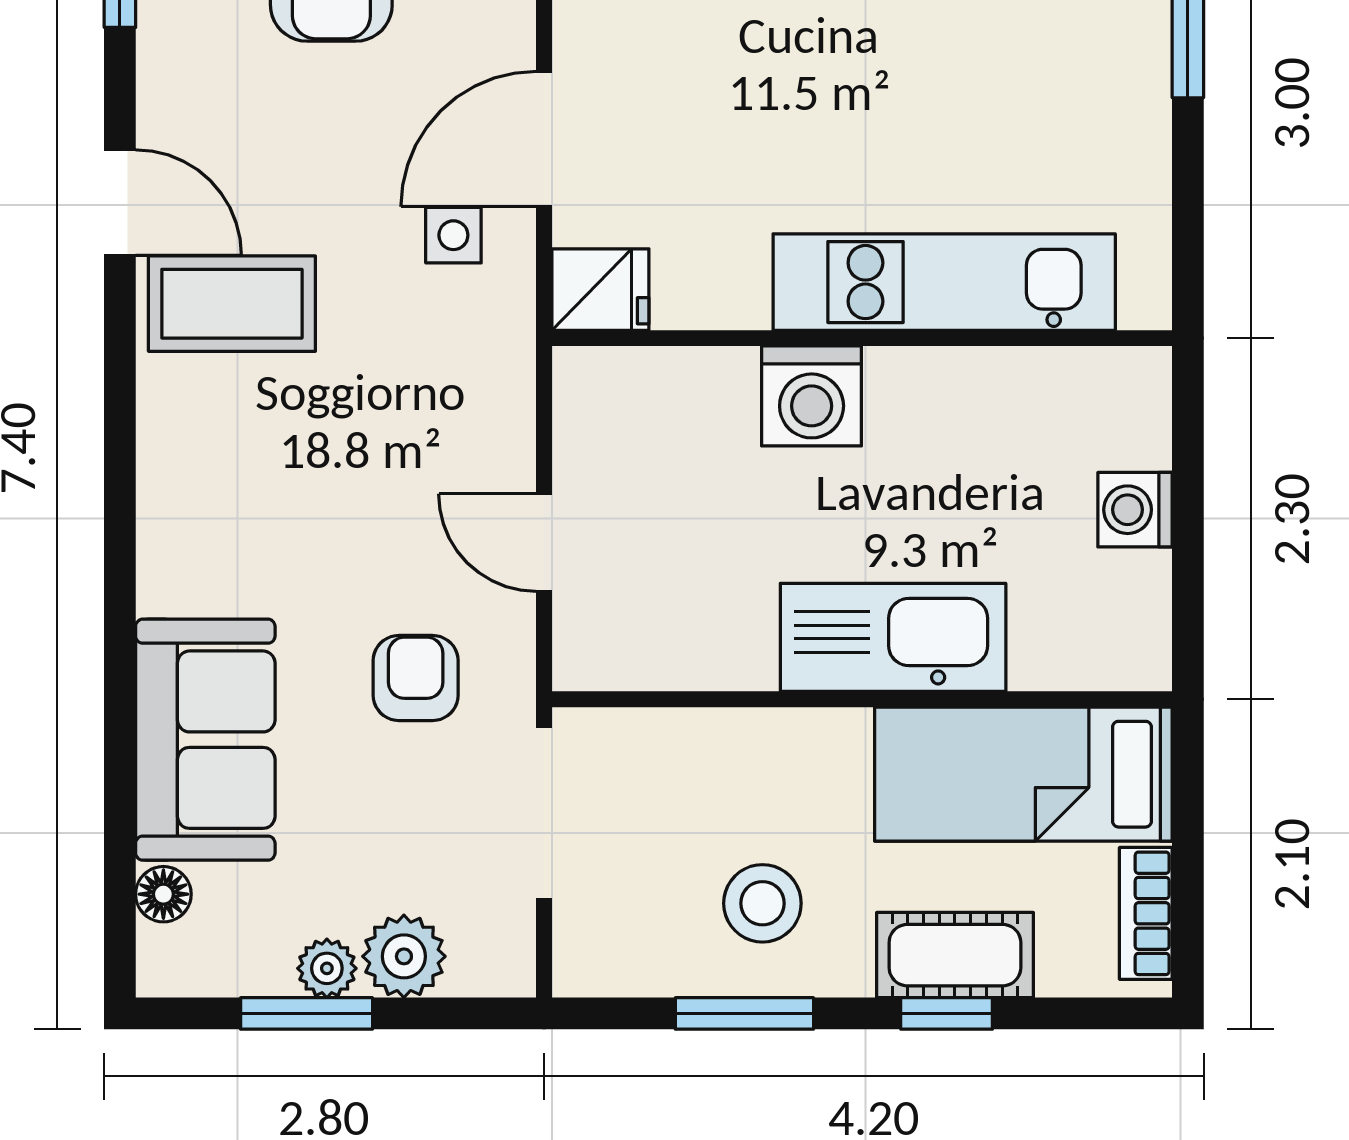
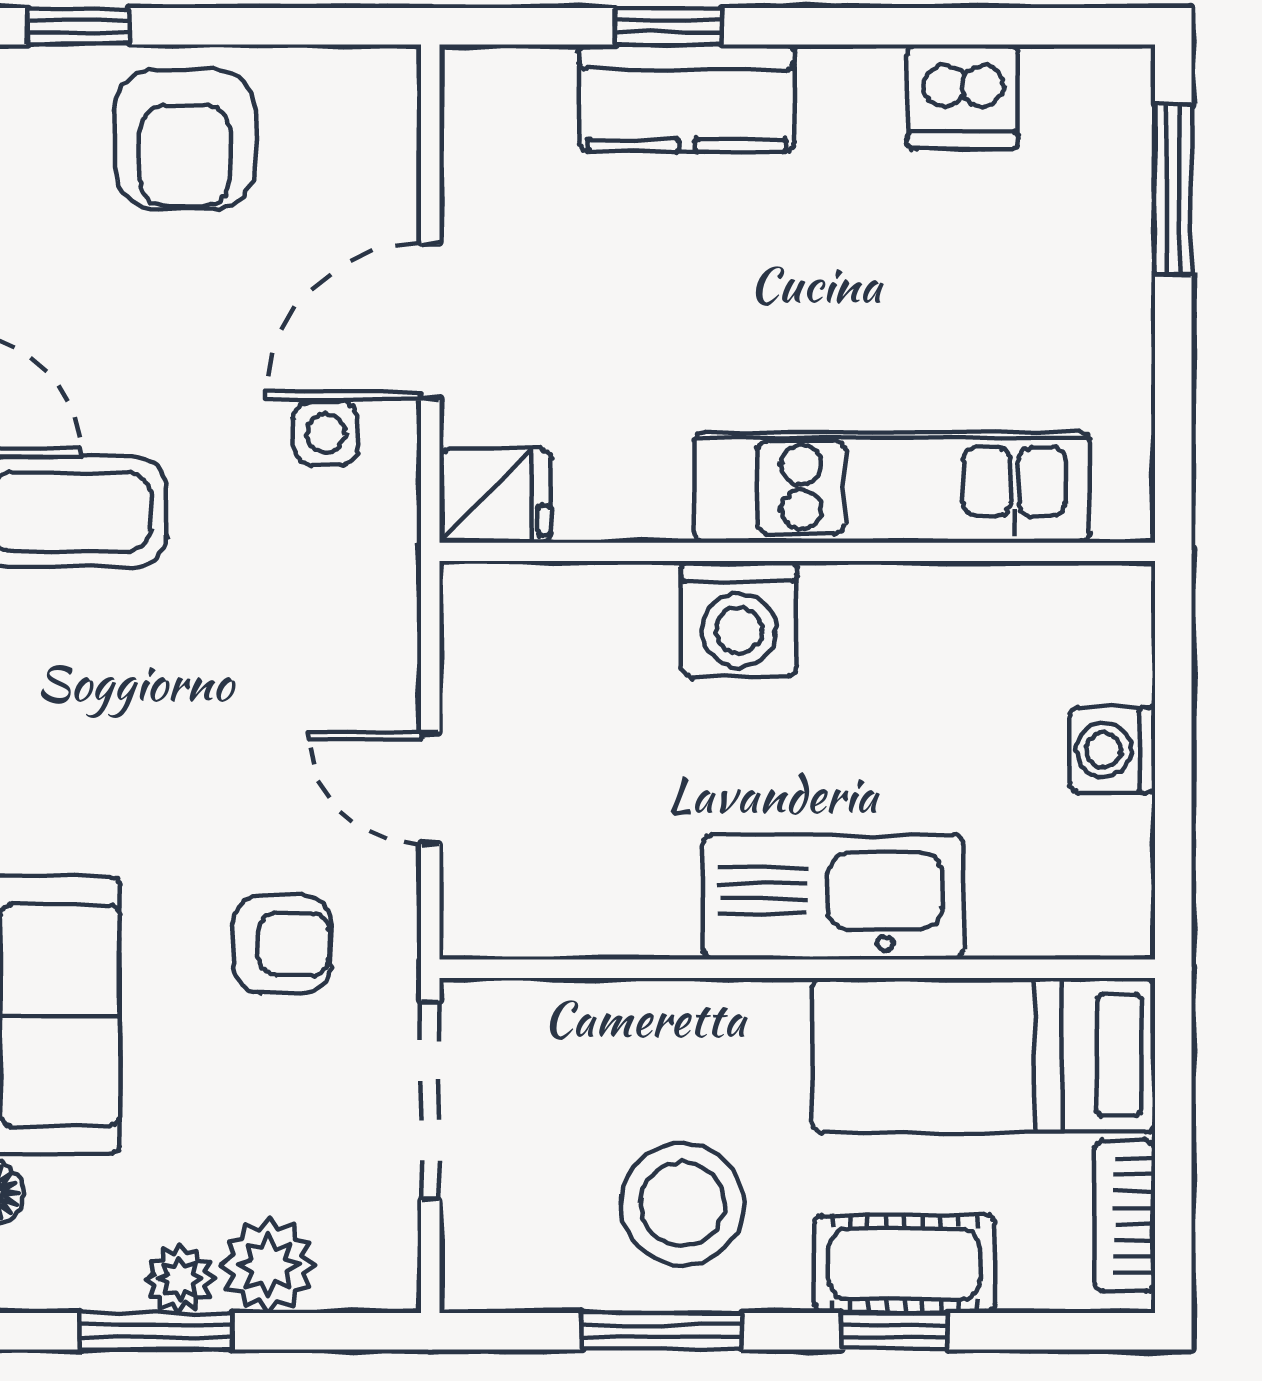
armchair: (416, 678) -> (282, 944), turned 90
stool: (762, 903) -> (682, 1204), width x1.38, depth x1.38

